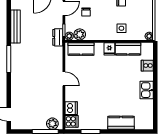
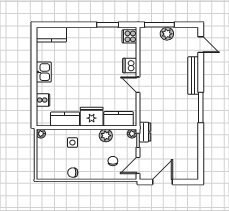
bench: (16, 26) -> (193, 76), moved
plant: (80, 34) -> (106, 136), moved
fridge: (109, 49) -> (92, 117), width x1.88, depth x1.34
dishwasher: (71, 108) -> (130, 66), moved
kitchen counter: (121, 123) -> (51, 35), moved
plant: (52, 124) -> (167, 34), moved

